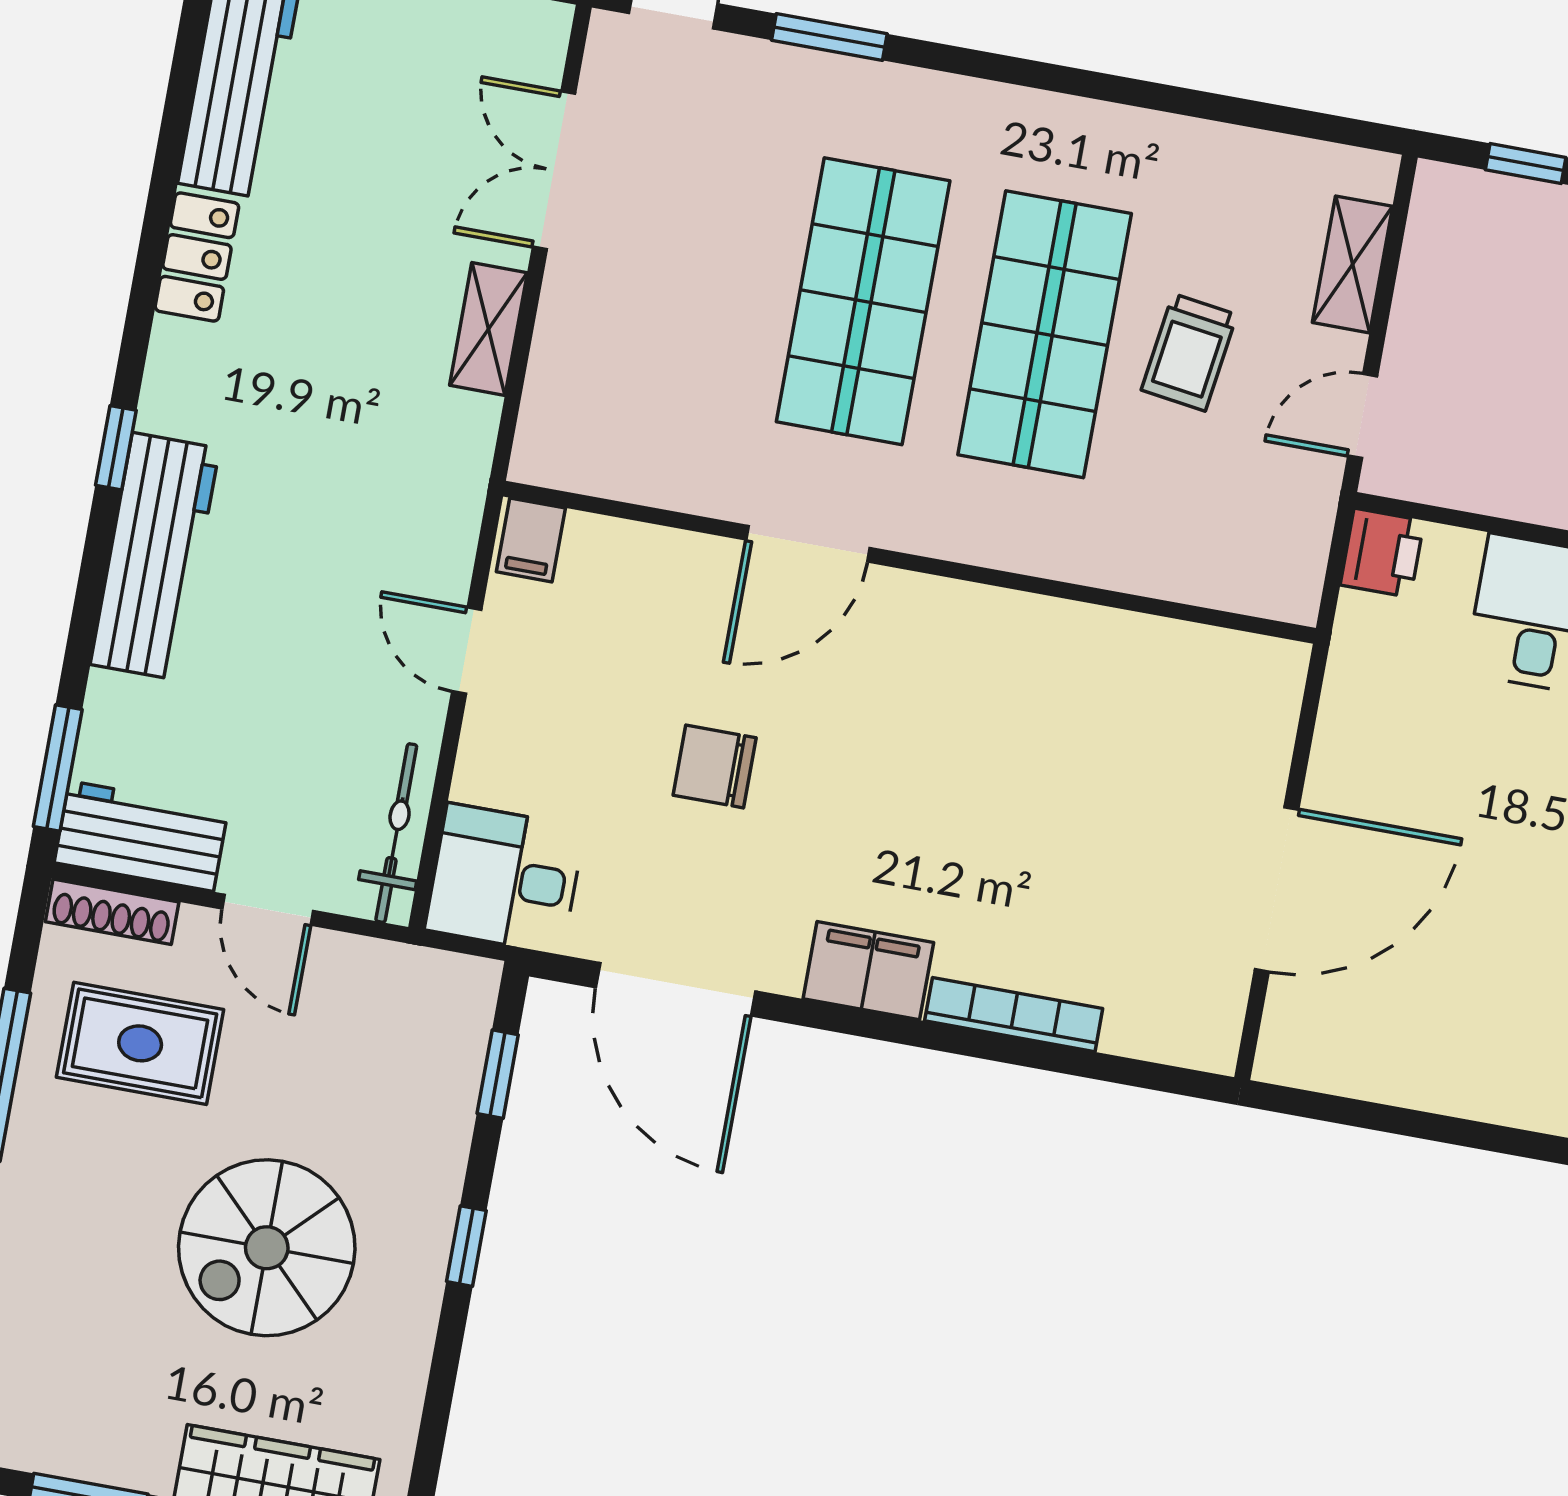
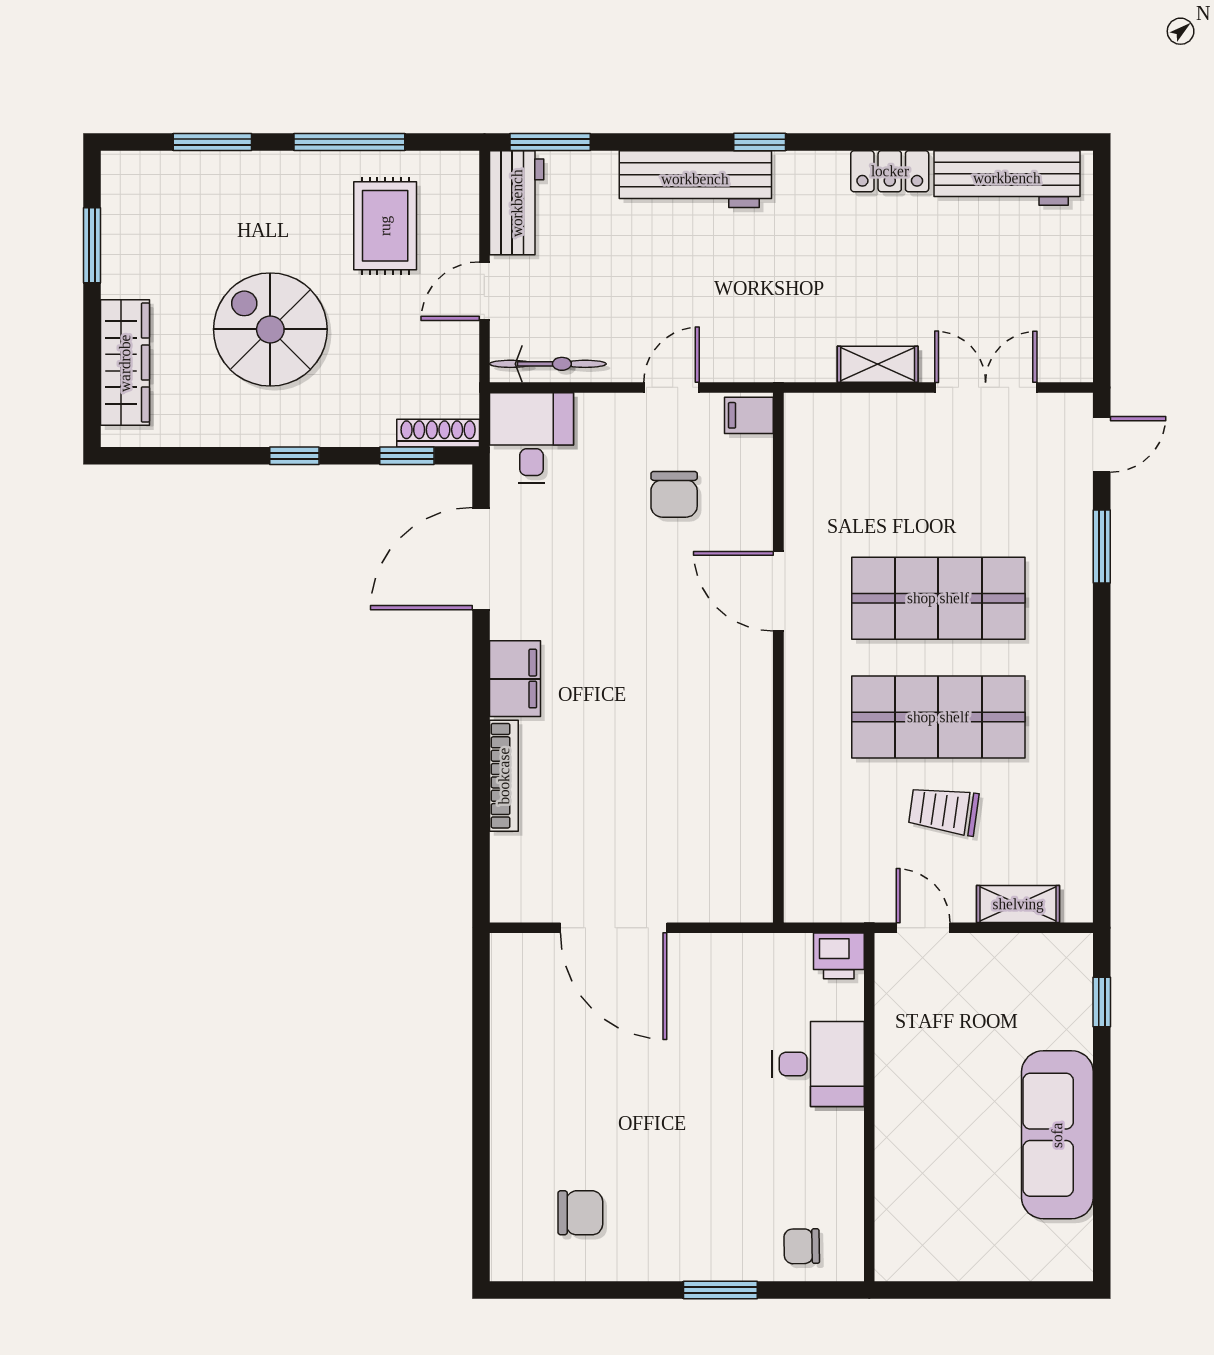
chair: (715, 767) -> (674, 494), moved, turned 180
shoe rack: (112, 912) -> (438, 433), moved, turned 90

